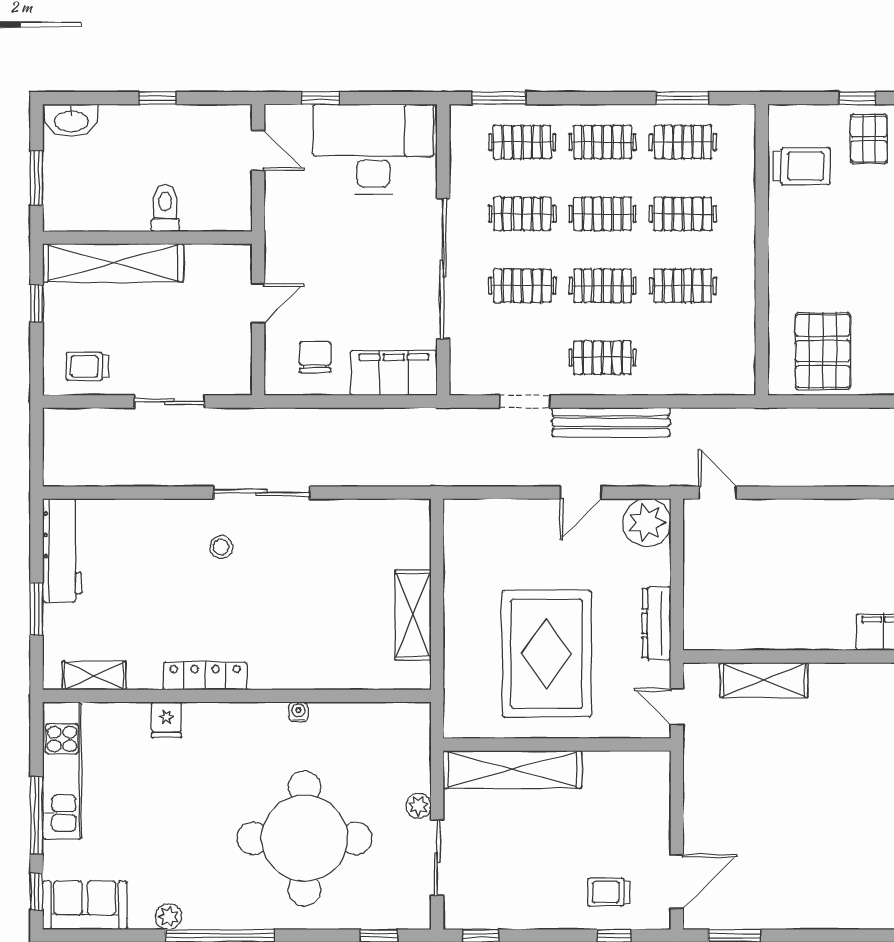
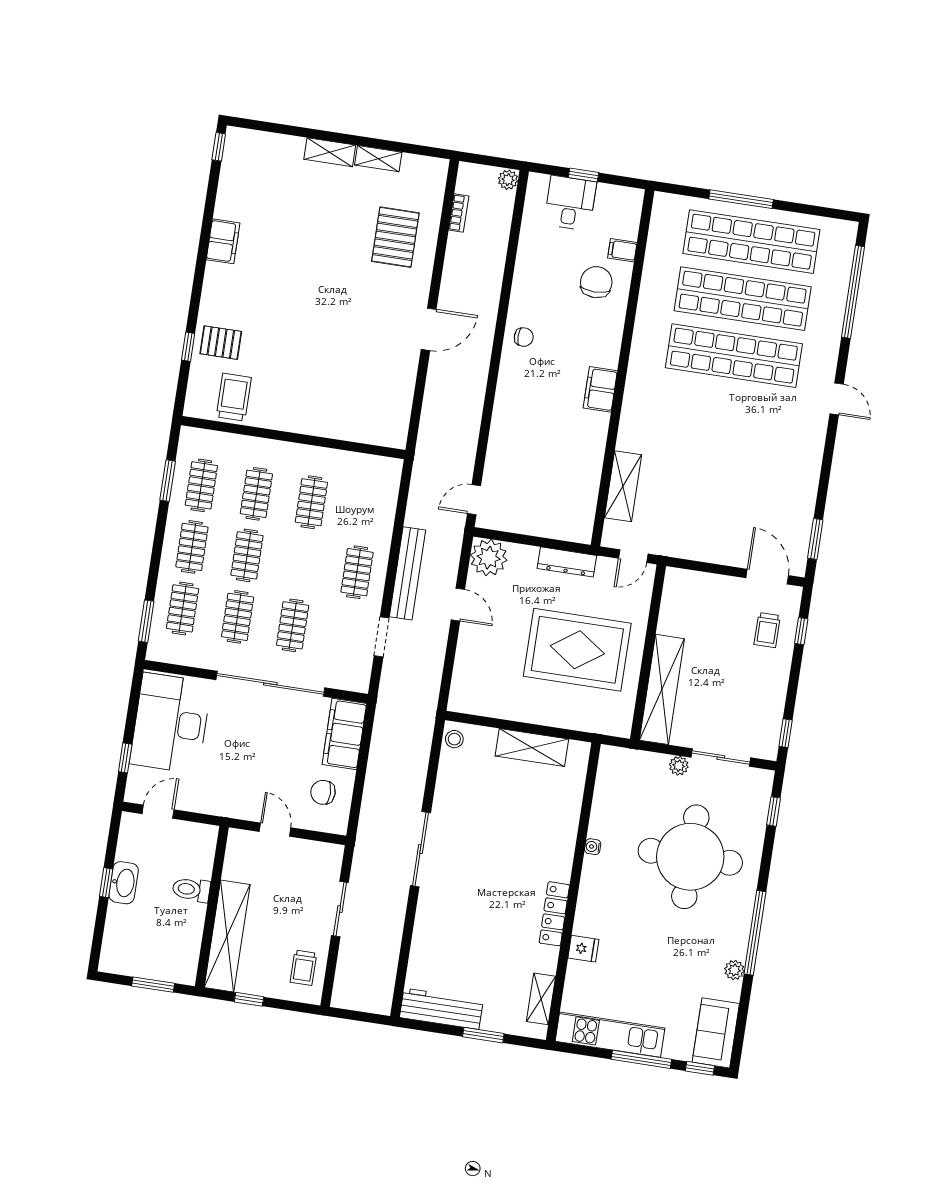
washbasin: (71, 120) -> (124, 883), moved
clothes rail: (603, 286) -> (302, 564), removed
pallet: (823, 351) -> (378, 403), removed
stool: (221, 547) -> (454, 739), moved

